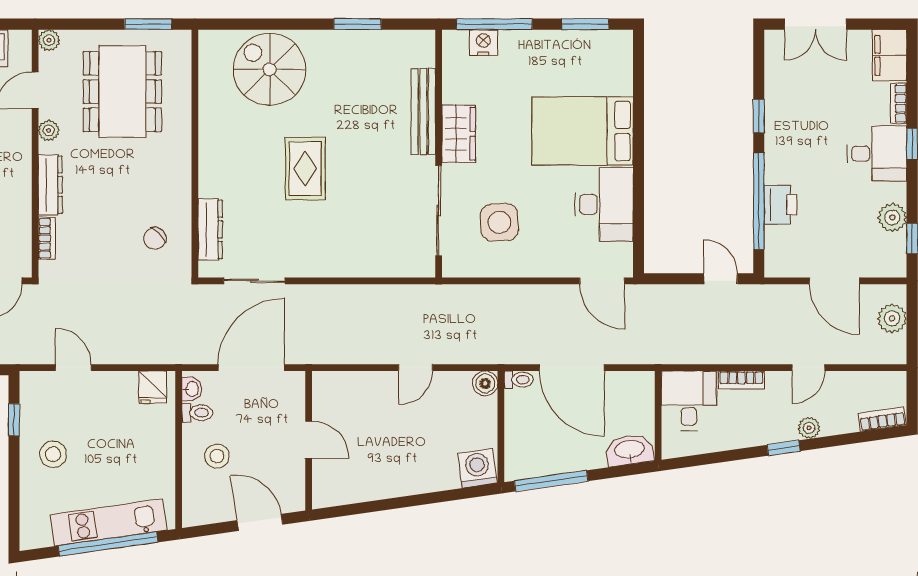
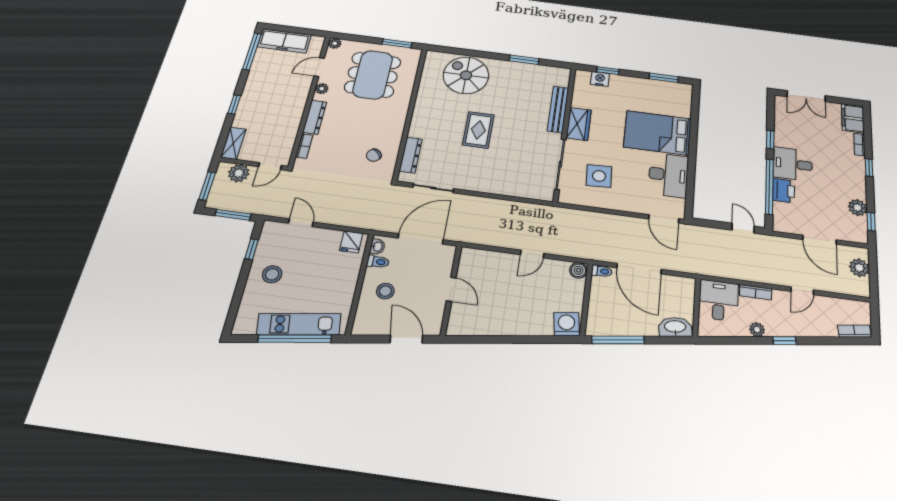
window: (494, 24) -> (608, 71), width x0.46
desk: (877, 154) -> (793, 164), moved, turned 180
plant: (809, 428) -> (757, 330), moved

